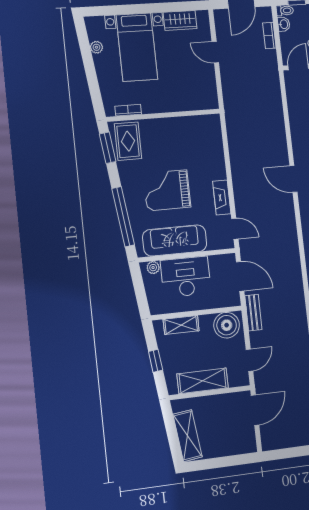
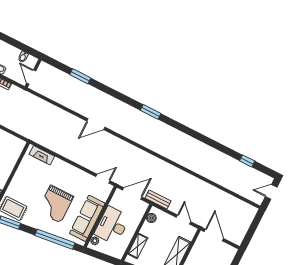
fireplace: (222, 198) -> (42, 155), moved
boiler: (227, 325) -> (151, 218), width x0.54, depth x0.54

